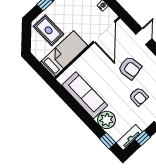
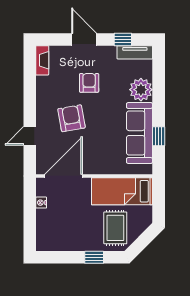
window: (108, 141) -> (159, 136), moved

